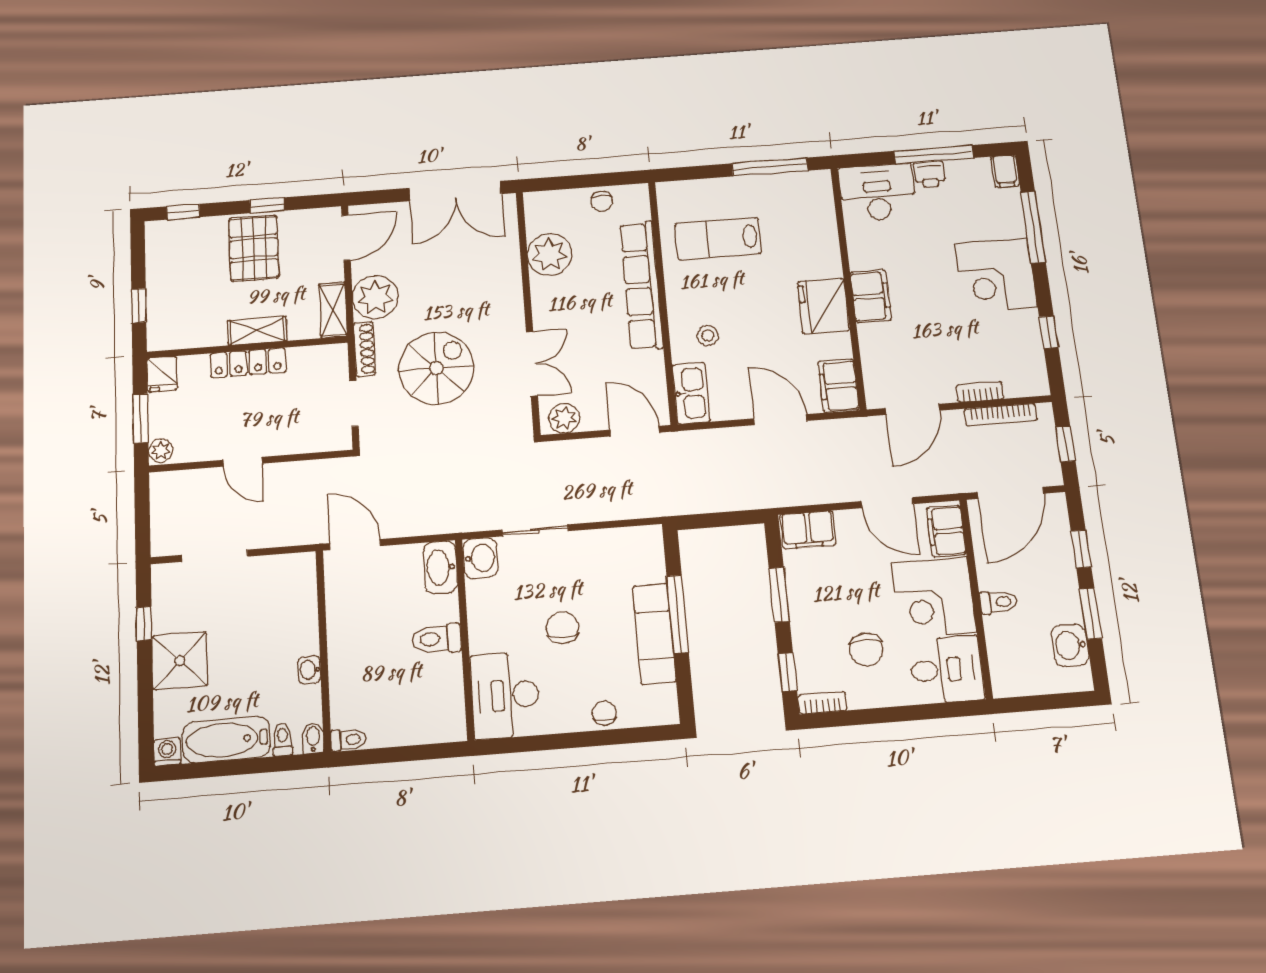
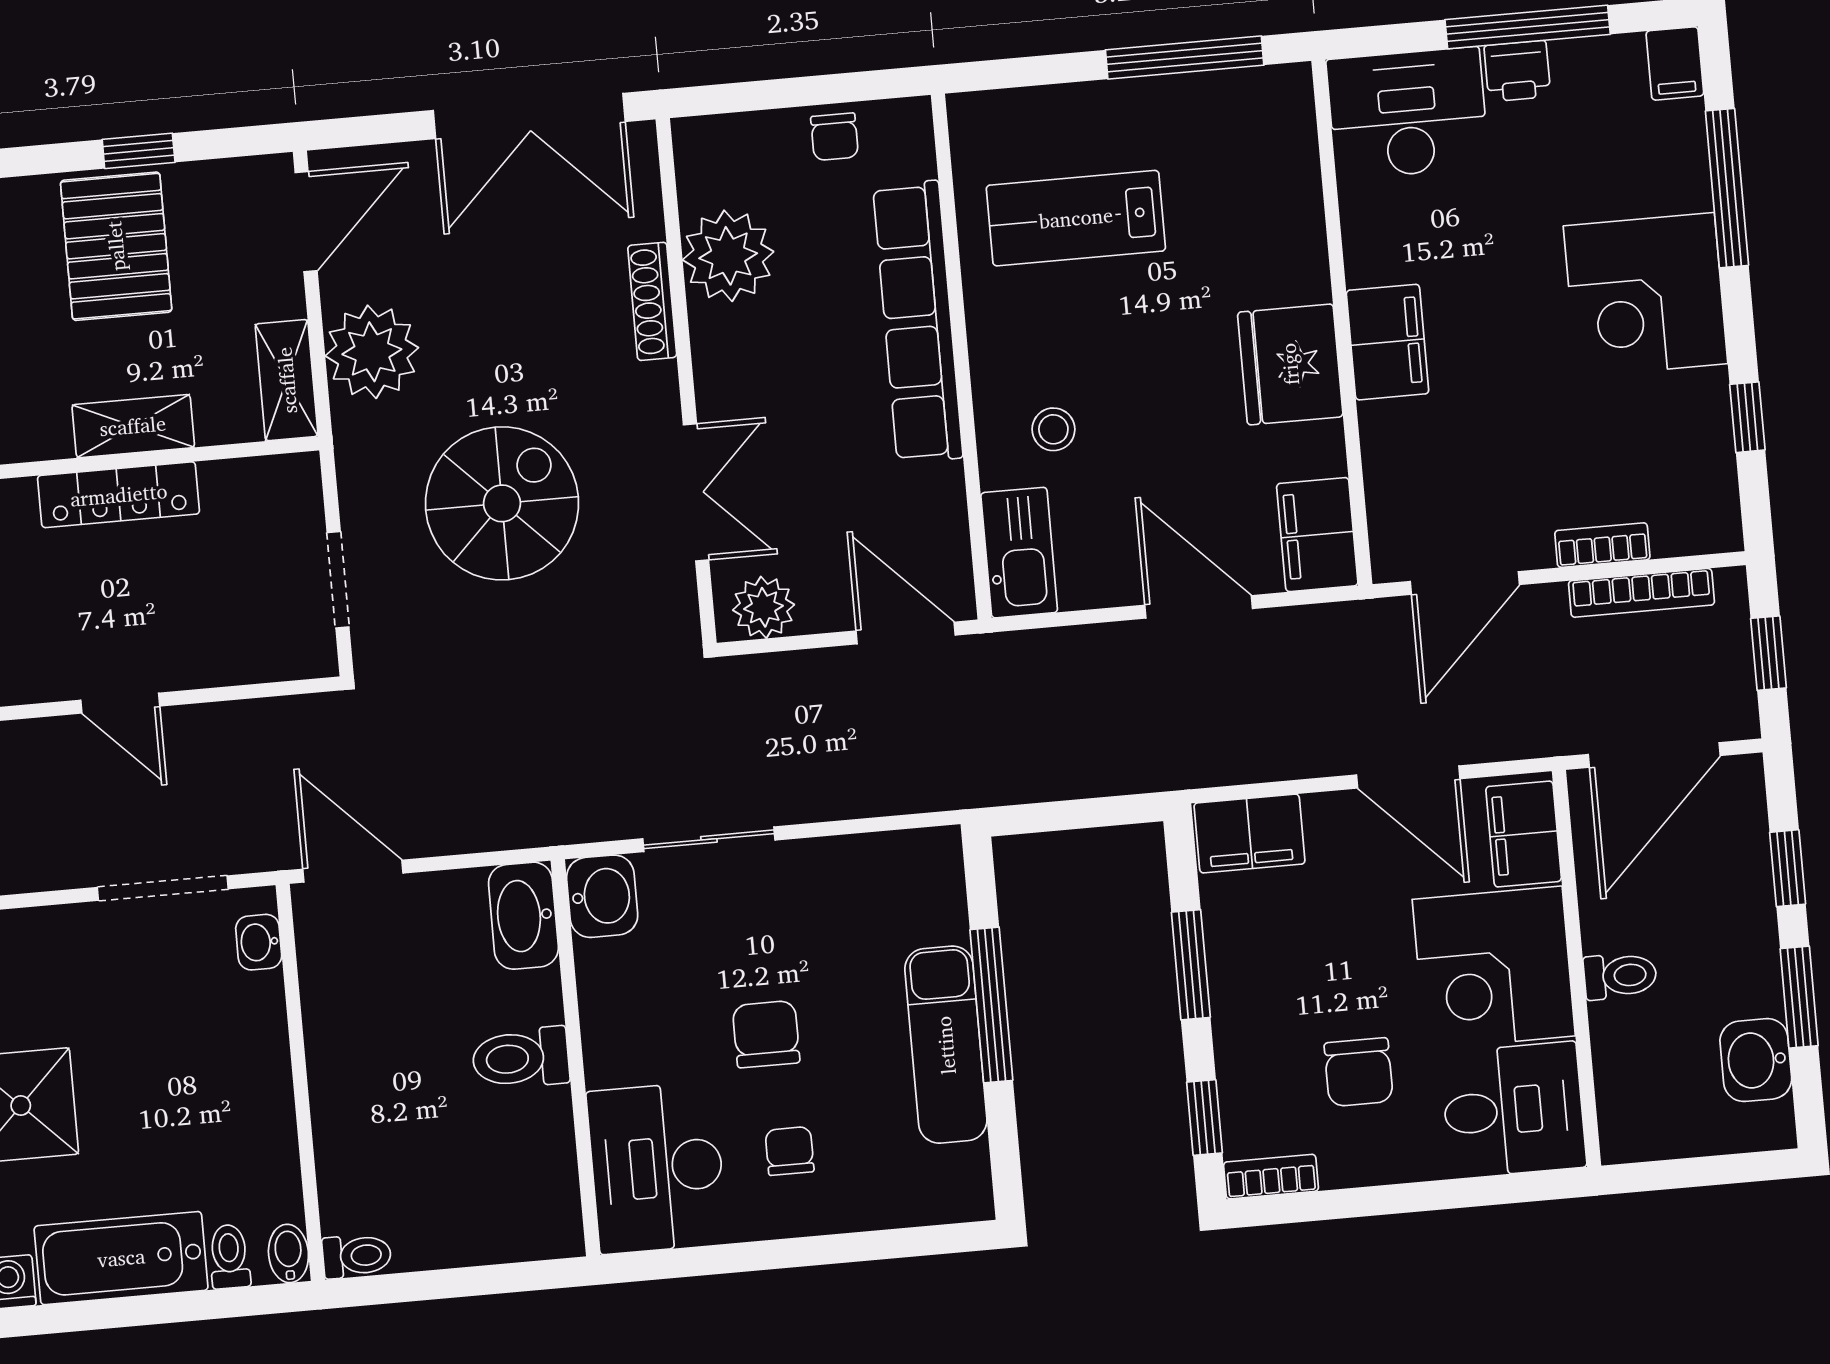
shoe rack: (364, 349) -> (652, 301), moved, turned 180
doorway: (214, 556) -> (163, 888), moved
washbasin: (309, 670) -> (259, 942), moved
chair: (604, 713) -> (790, 1151), moved

